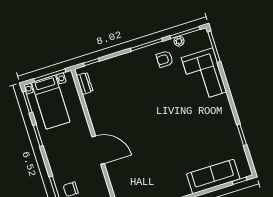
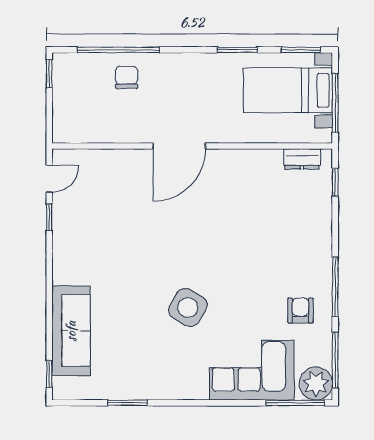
plant: (179, 41) -> (316, 384), moved, width x1.88, depth x1.88
side table: (182, 119) -> (188, 307), added

